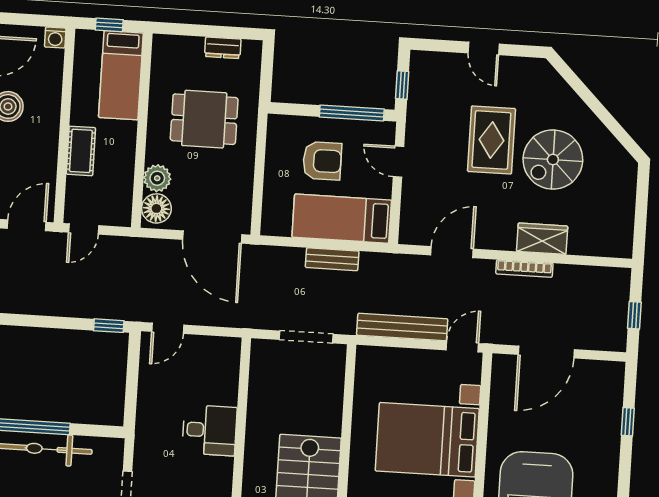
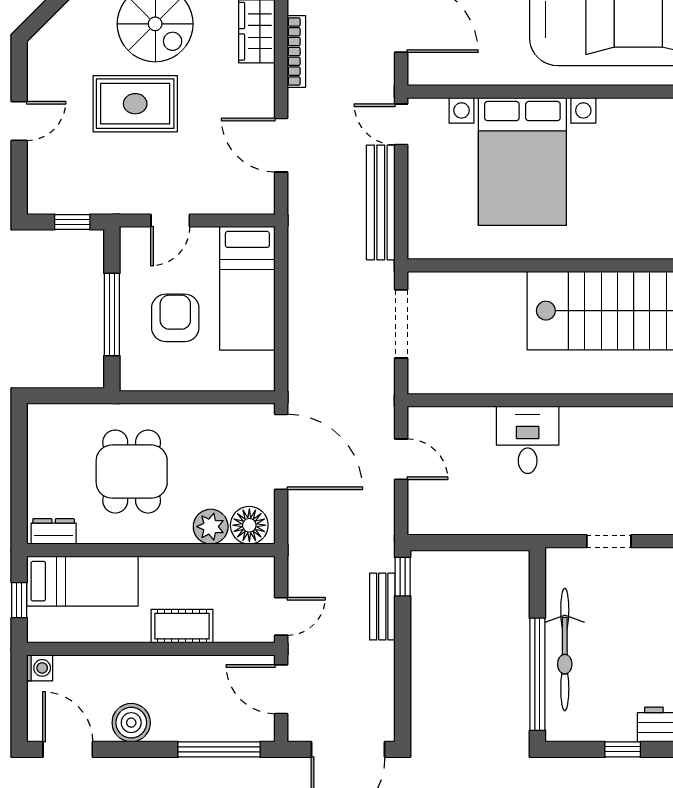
dresser: (223, 48) -> (54, 531), moved, turned -90
window: (352, 113) -> (112, 314), moved
door: (84, 229) -> (281, 616), hinge flipped
door: (212, 237) -> (281, 452), hinge flipped
bench: (332, 259) -> (382, 606), moved
door: (168, 328) -> (401, 459), moved

